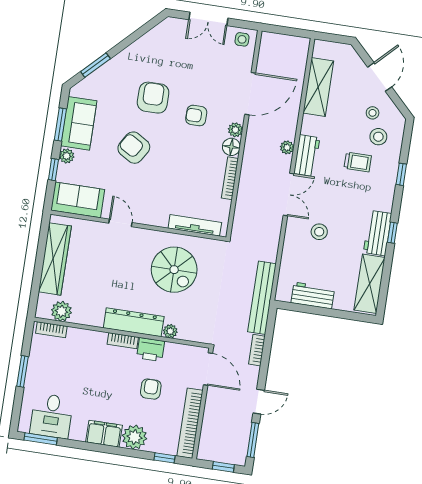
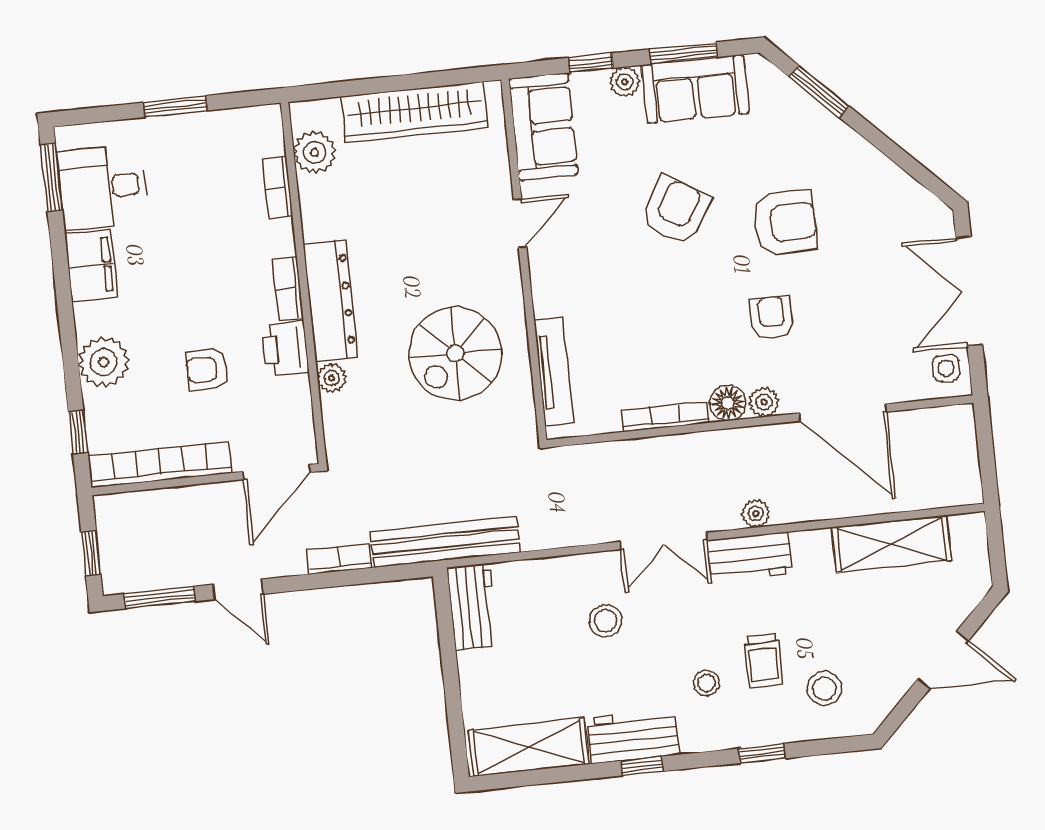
double door: (208, 19) -> (969, 291), width x1.37
stool: (373, 113) -> (706, 683), moved
workbench: (313, 296) -> (473, 607), moved
bookcase: (51, 330) -> (278, 188), moved
armchair: (151, 389) -> (207, 369), turned 180
filing cabinet: (104, 434) -> (91, 266), moved

